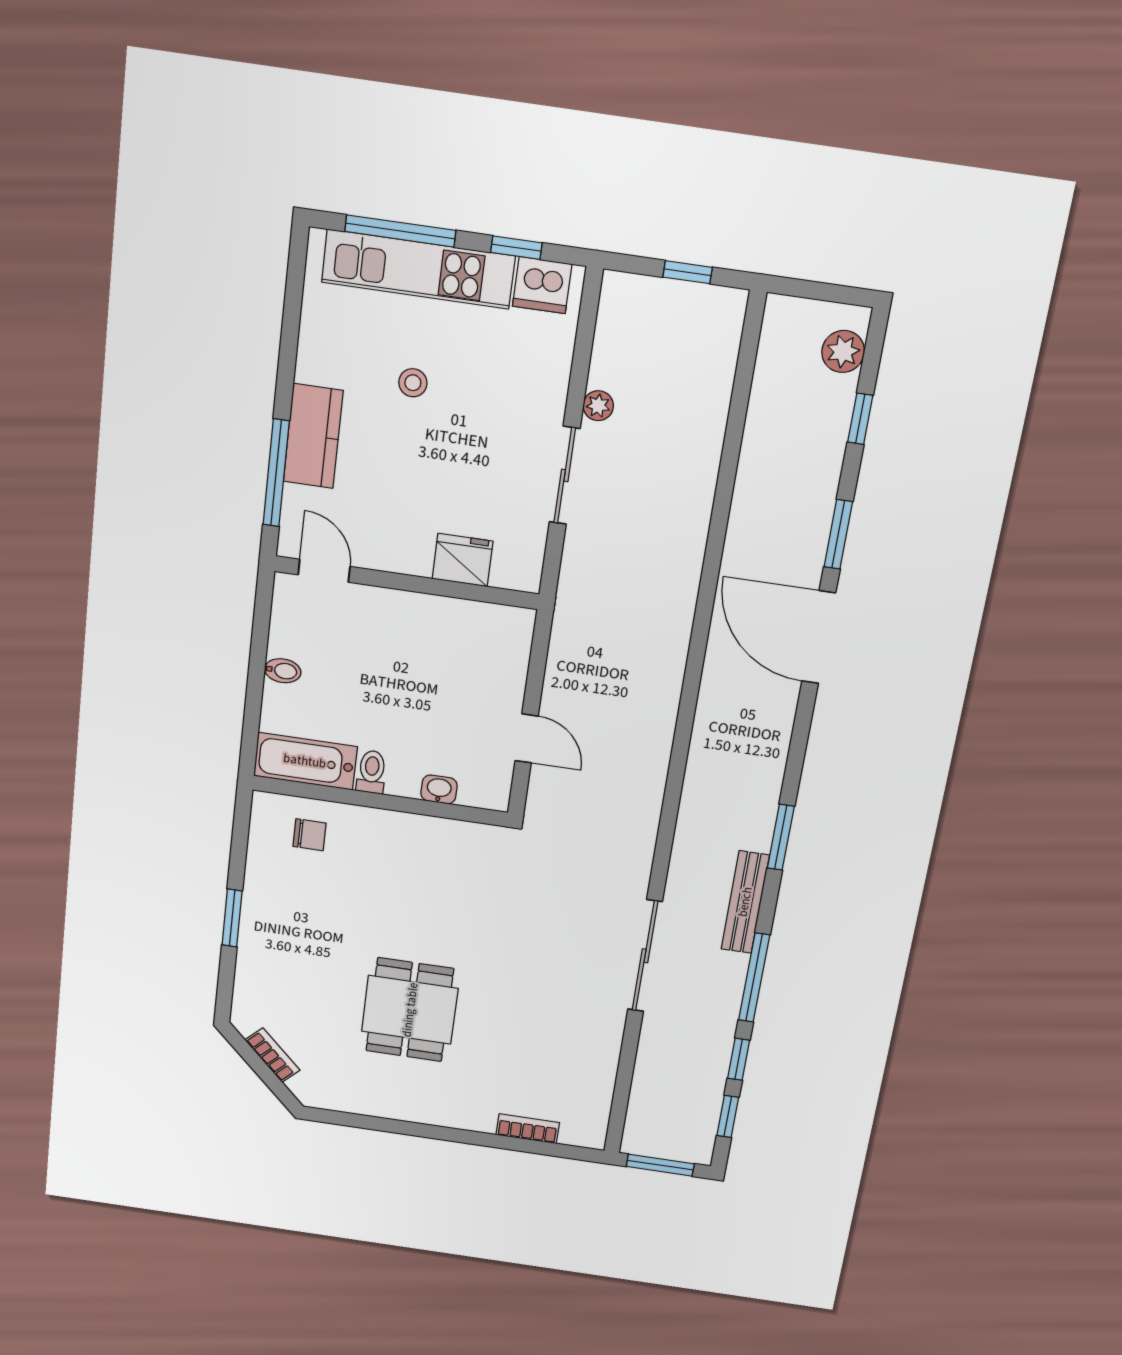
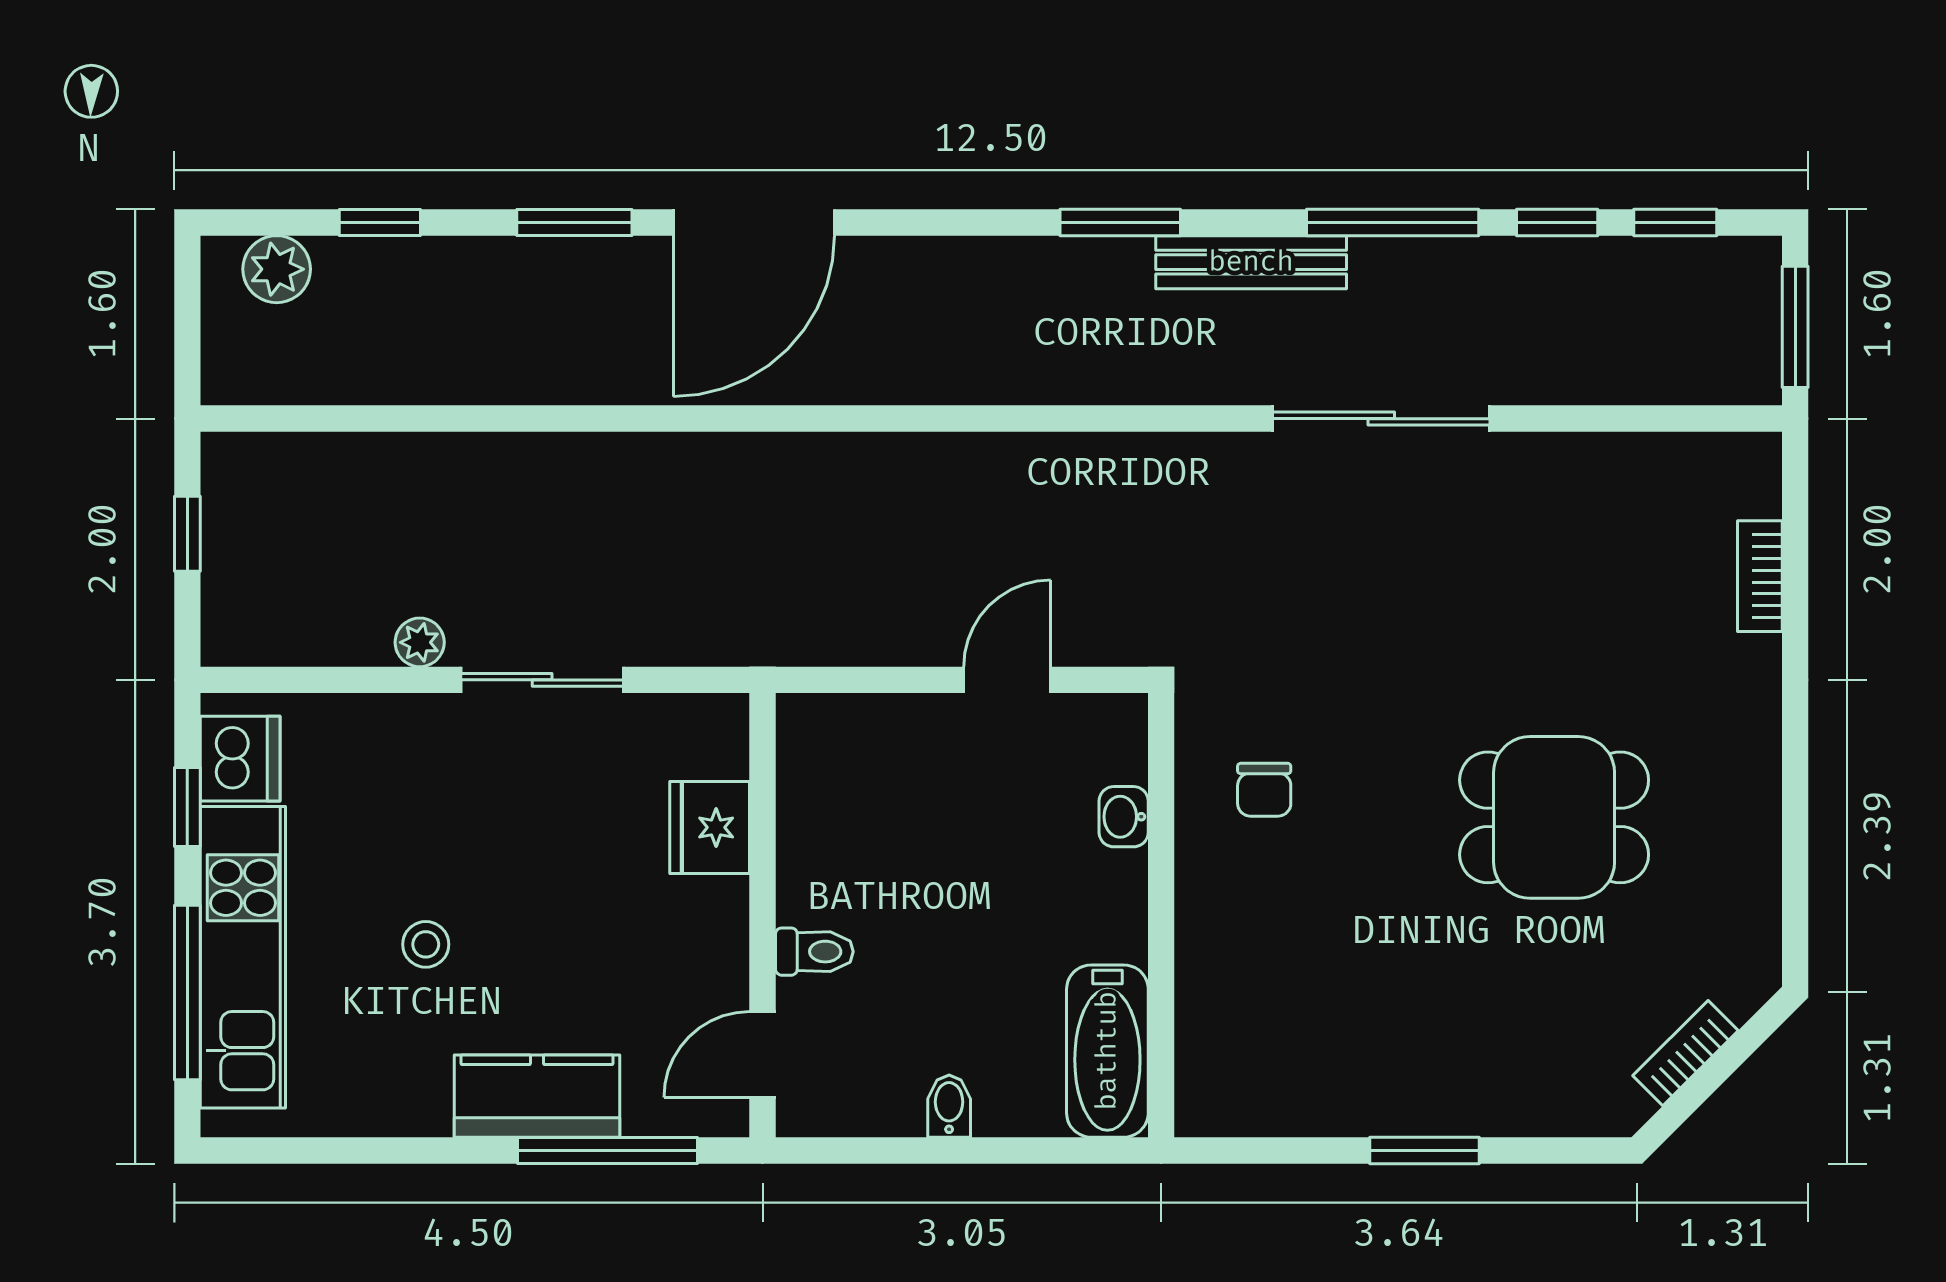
toilet: (372, 772) -> (814, 952), moved, turned 180
chair: (310, 835) -> (1264, 790), moved, turned 180

